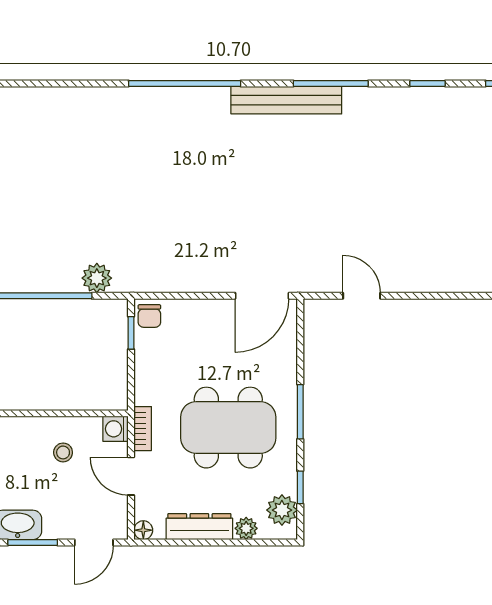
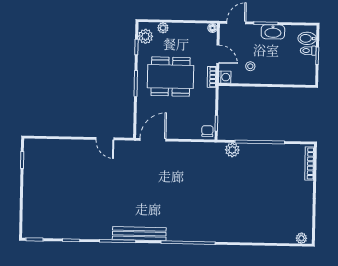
dresser: (199, 527) -> (185, 29), removed

